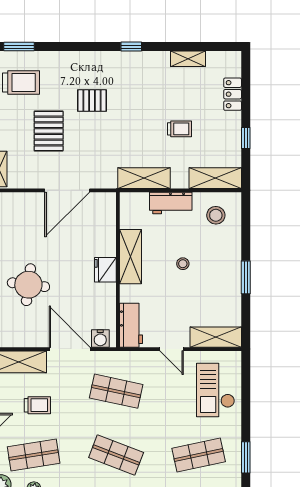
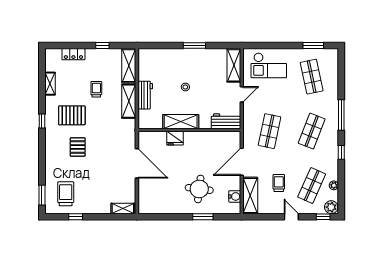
pallet: (49, 131) -> (72, 115), moved
shelving: (144, 178) -> (129, 101), moved
stool: (216, 215) -> (153, 65), removed
fridge: (105, 270) -> (175, 138), moved
water cooler: (100, 338) -> (235, 196), moved
shop shelf: (34, 455) -> (312, 186), turned 33

